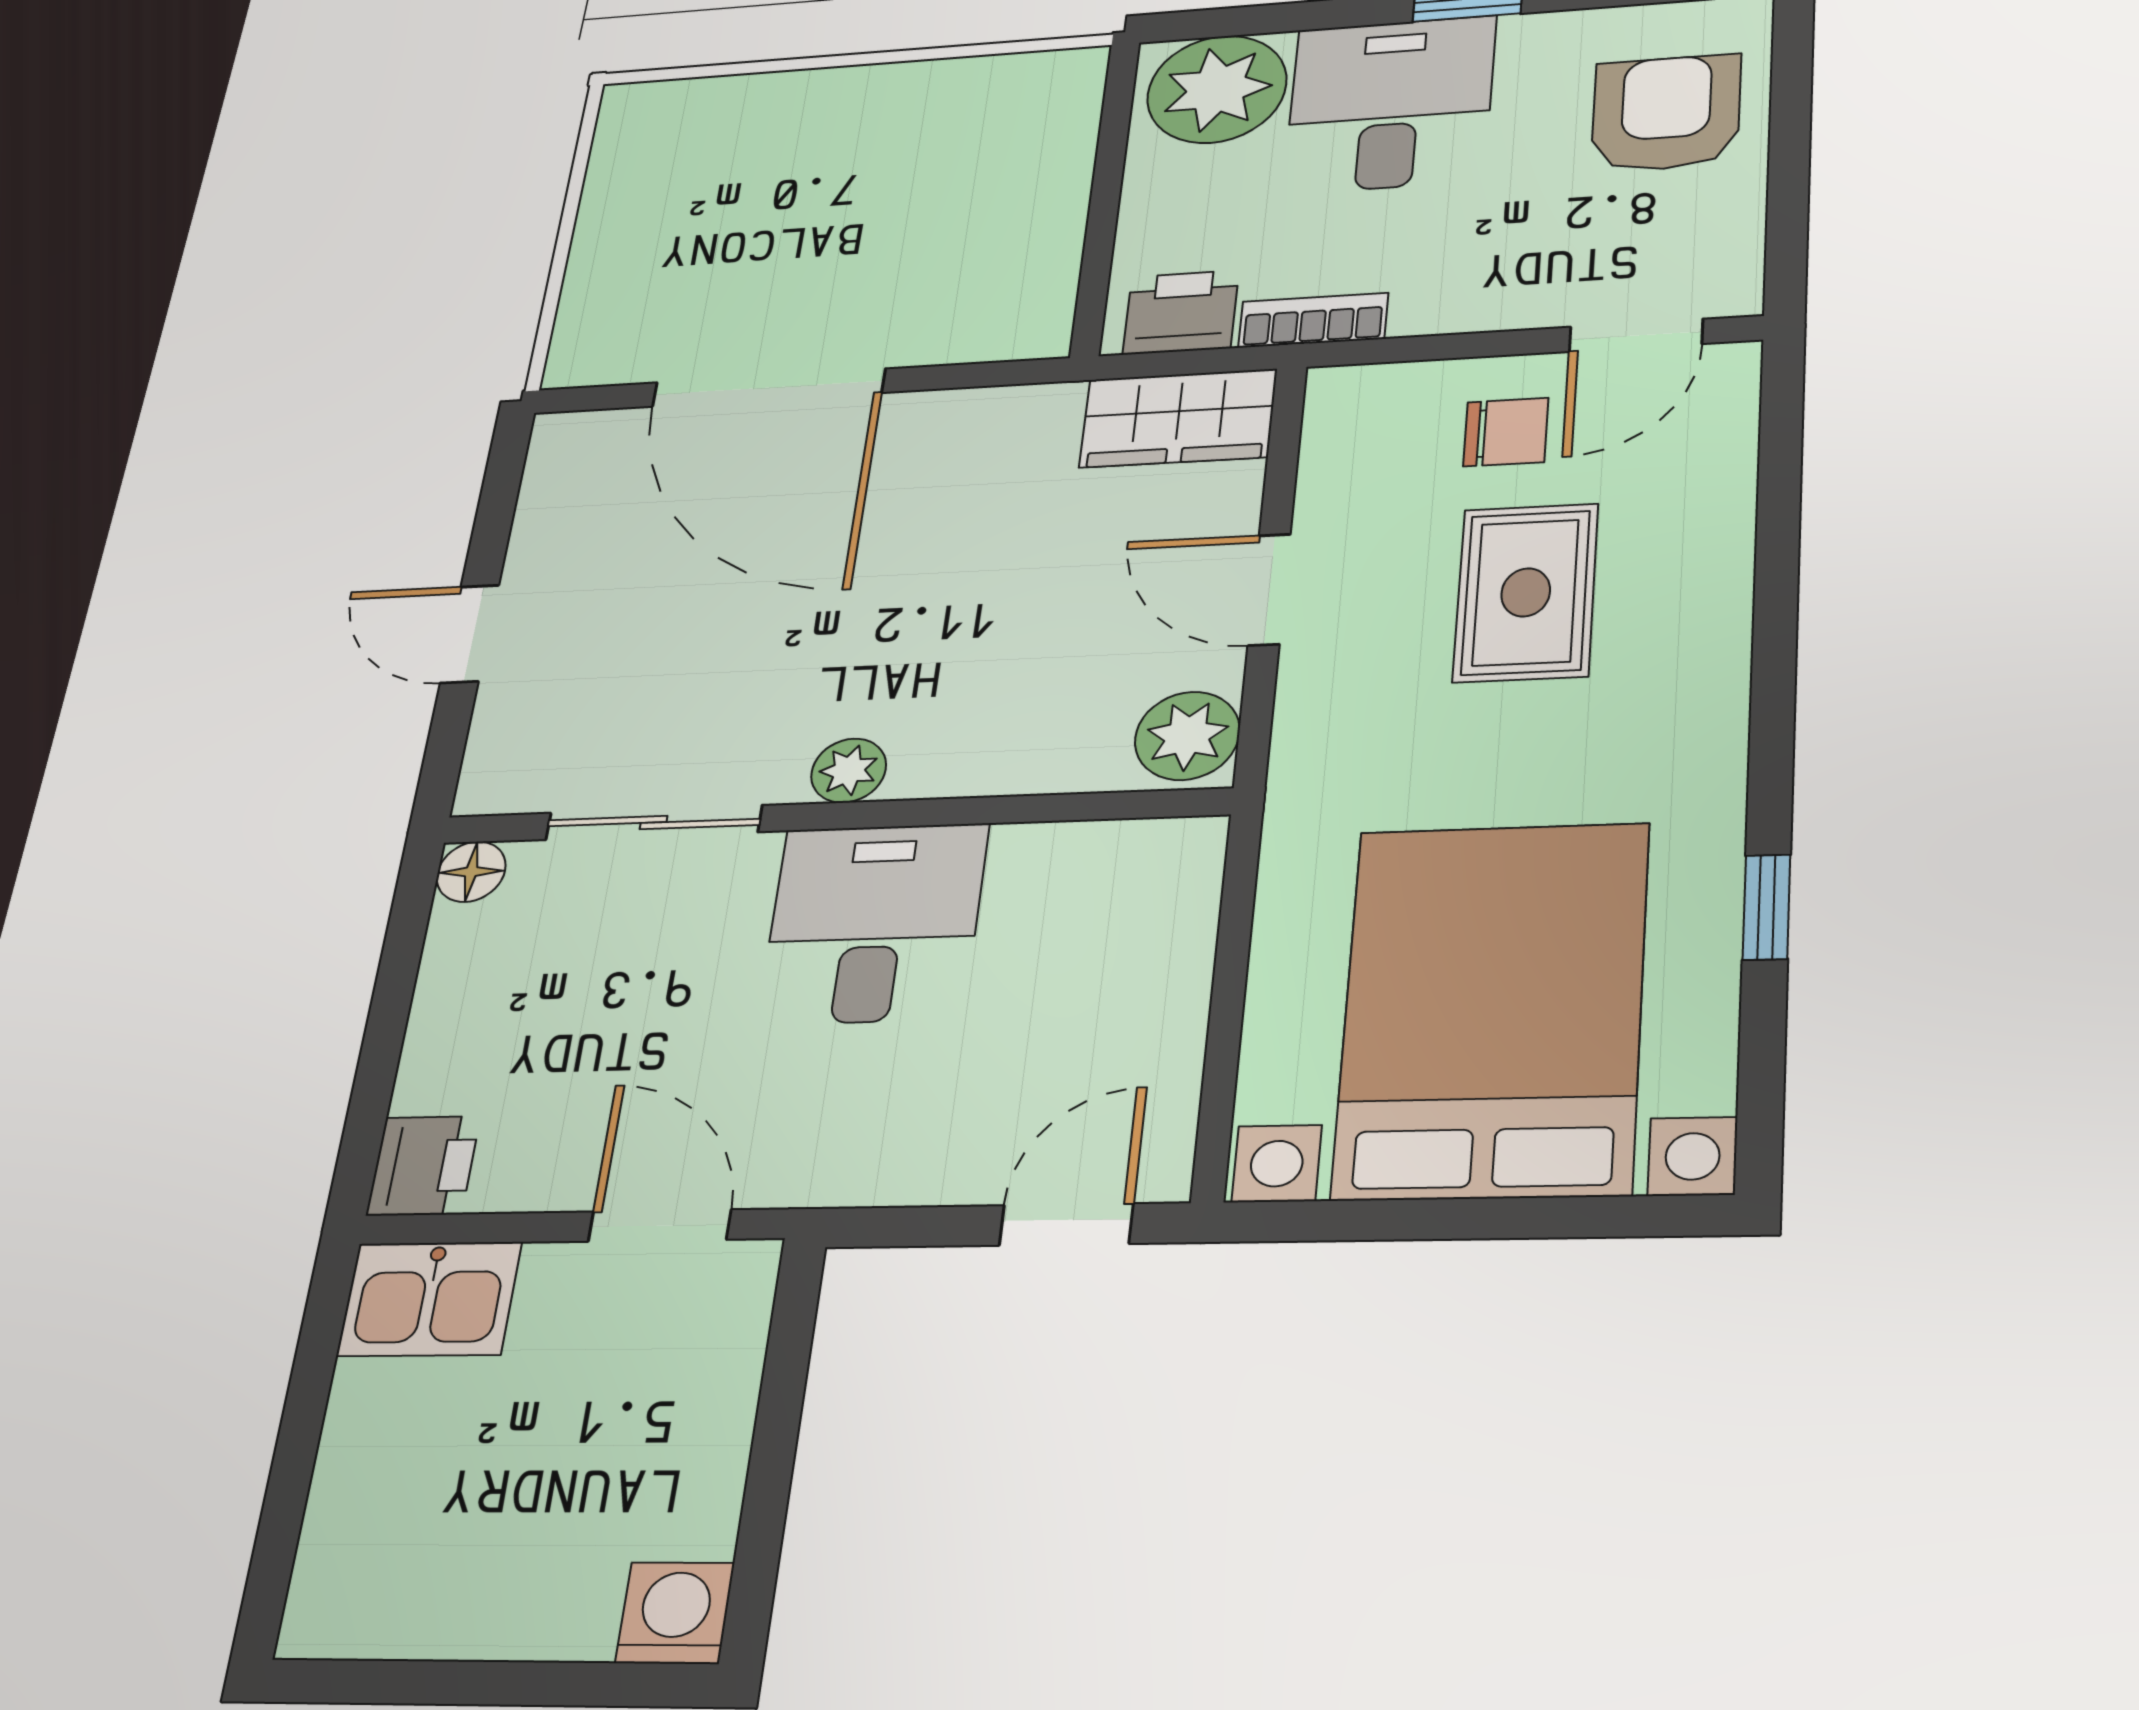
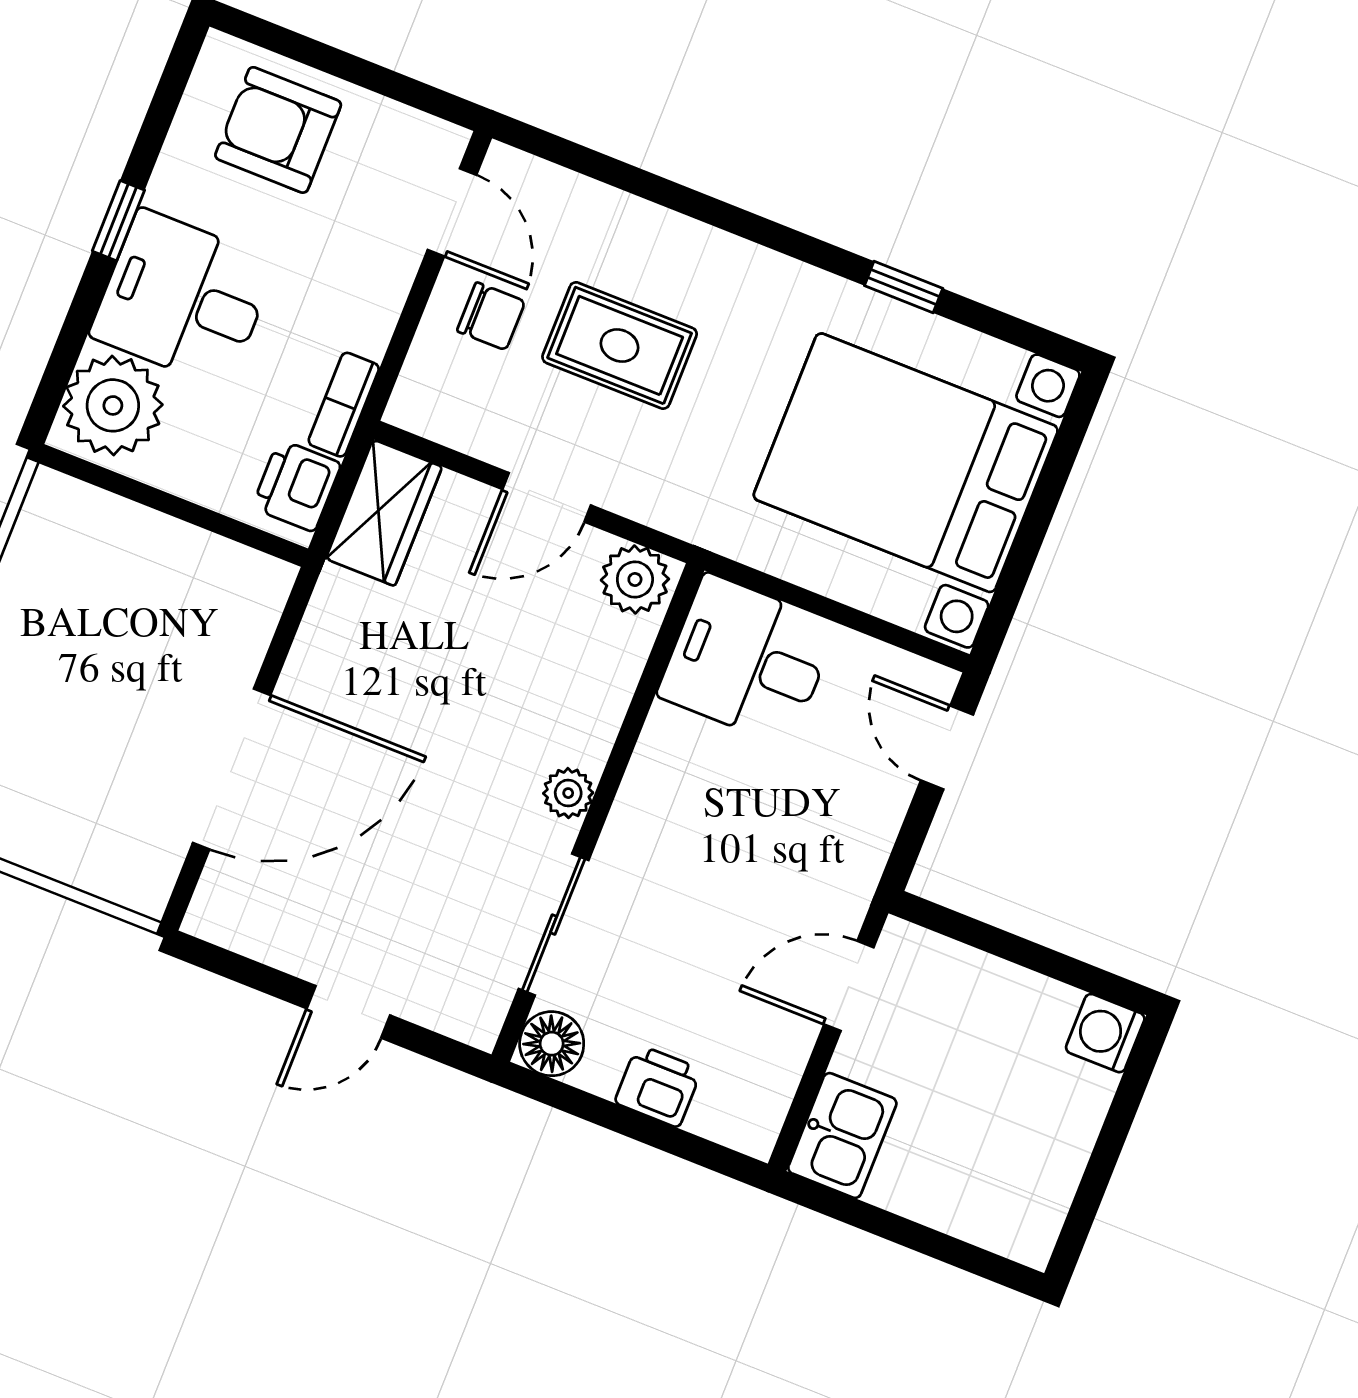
chair: (1506, 432) -> (491, 316), turned 90
floor lamp: (471, 872) -> (552, 1044), width x1.37, depth x1.37
desk: (874, 923) -> (747, 660), moved
printer: (423, 1166) -> (658, 1086), moved

